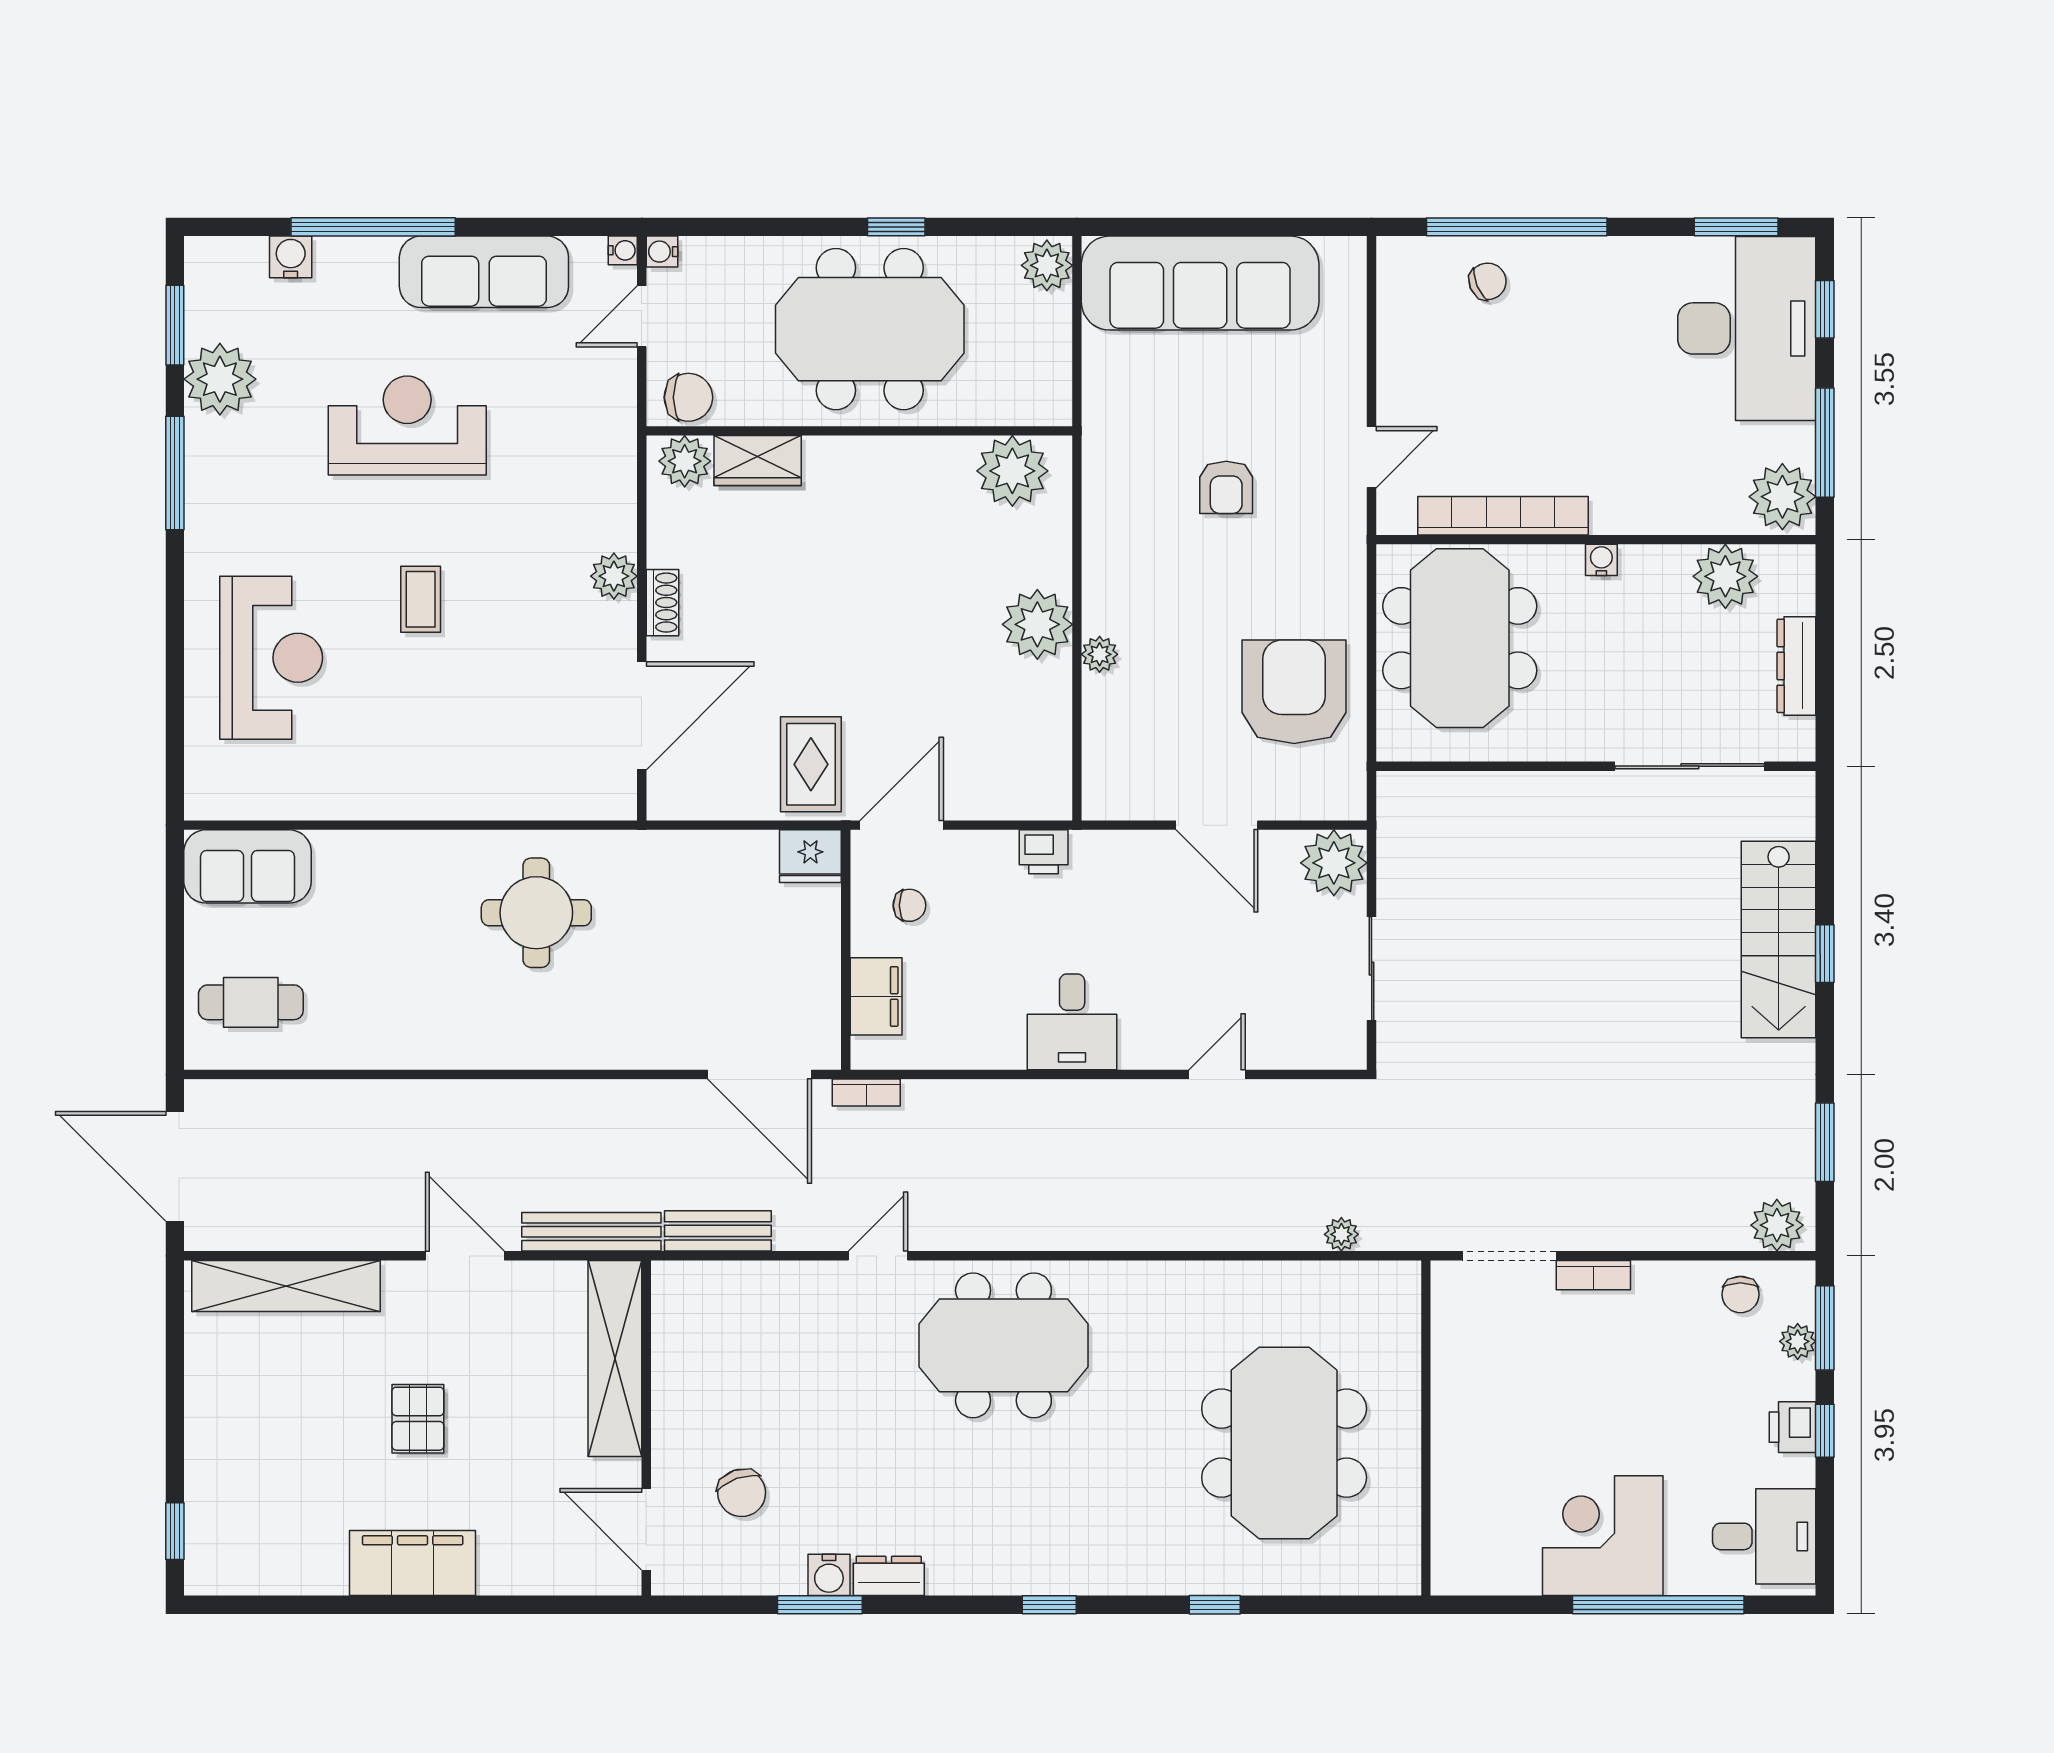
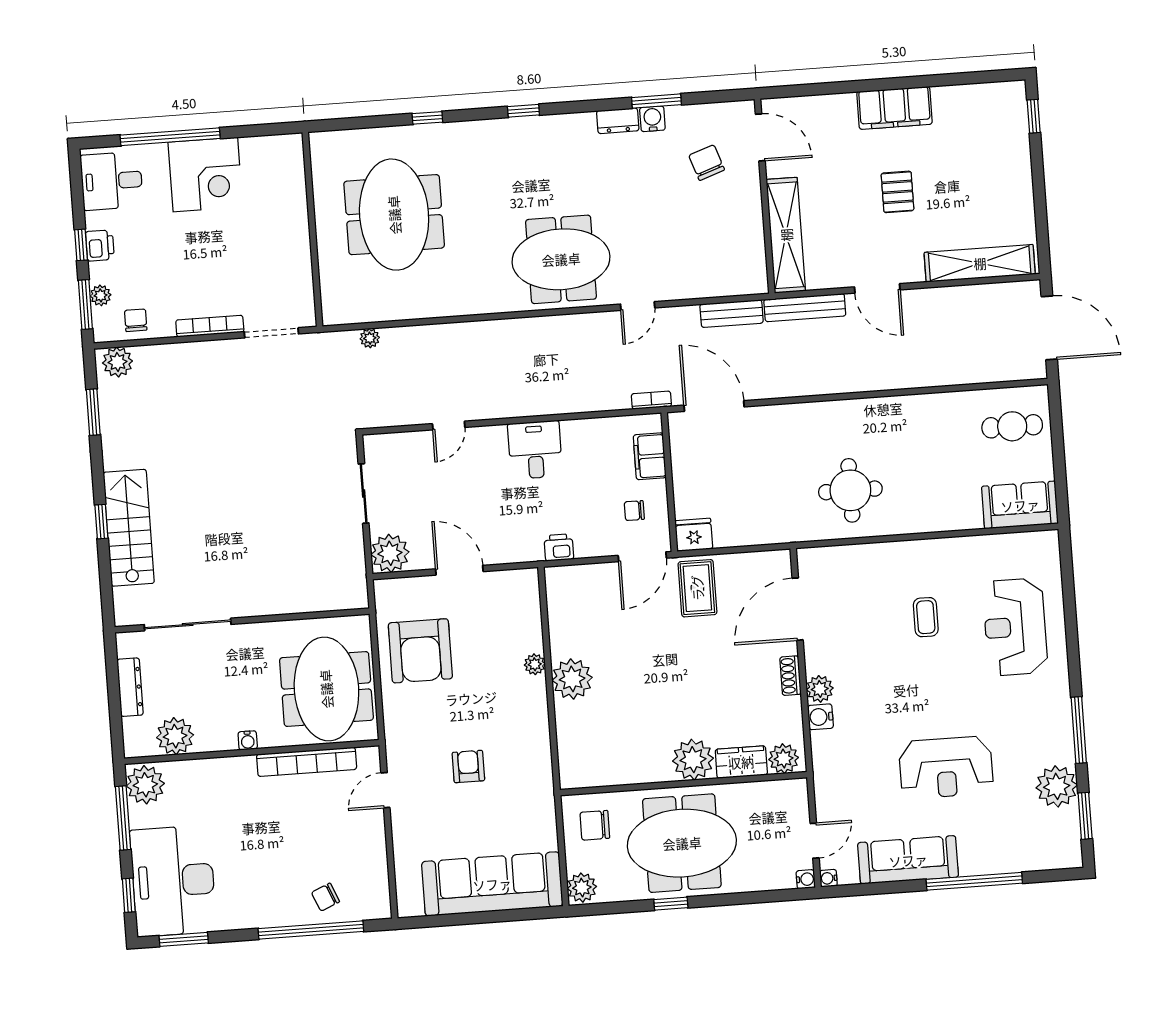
water cooler: (291, 257) -> (820, 717), moved, turned 90
chair: (688, 397) -> (595, 825), moved
plant: (1012, 471) -> (693, 760), moved
coffee table: (421, 599) -> (926, 617), moved
bookcase: (1593, 1275) -> (210, 326), width x1.56

